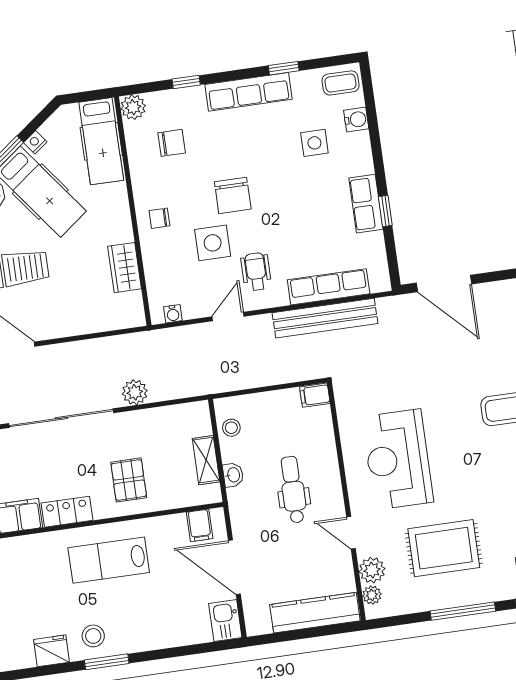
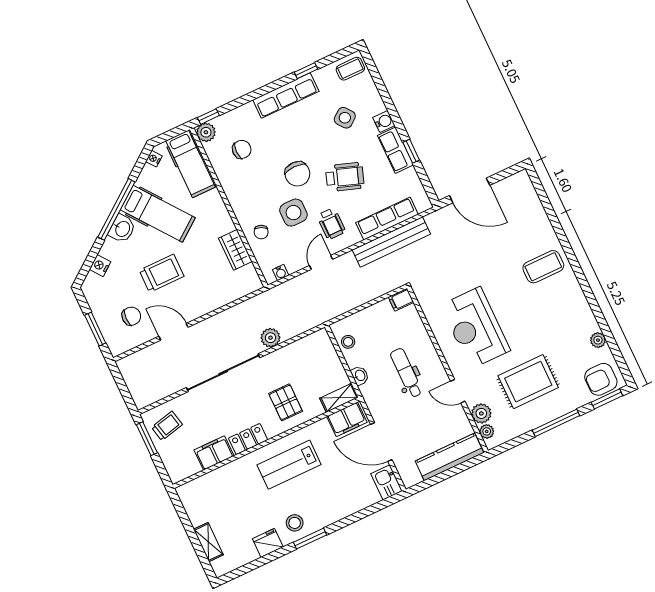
window: (186, 82) -> (208, 117), moved
water cooler: (356, 120) -> (384, 121), moved
nightstand: (35, 142) -> (154, 159), moved
side table: (314, 143) -> (345, 118), turned -38
chair: (159, 218) -> (261, 232), moved, turned -66
wheelchair: (291, 218) -> (345, 177), added
wheelchair: (256, 272) -> (331, 224), turned 180
shelving: (206, 460) -> (339, 398), moved, turned 90
filing cabinet: (200, 525) -> (347, 419), width x2.00

